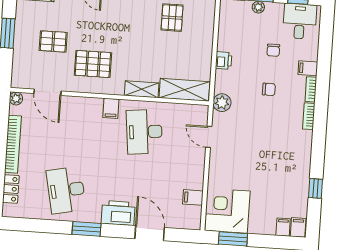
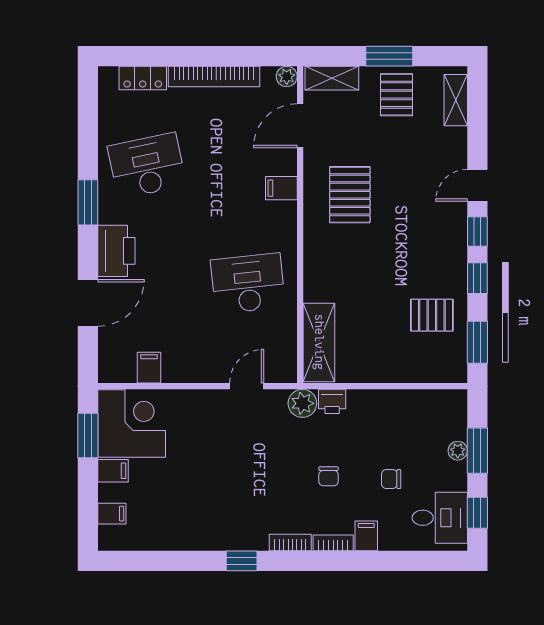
pallet: (53, 41) -> (396, 95), moved
printer: (224, 60) -> (332, 401), moved
shelving: (142, 89) -> (332, 78), moved, turned 90
filing cabinet: (111, 108) -> (281, 188), moved
window: (315, 188) -> (242, 561), moved
filing cabinet: (298, 227) -> (113, 471), moved

